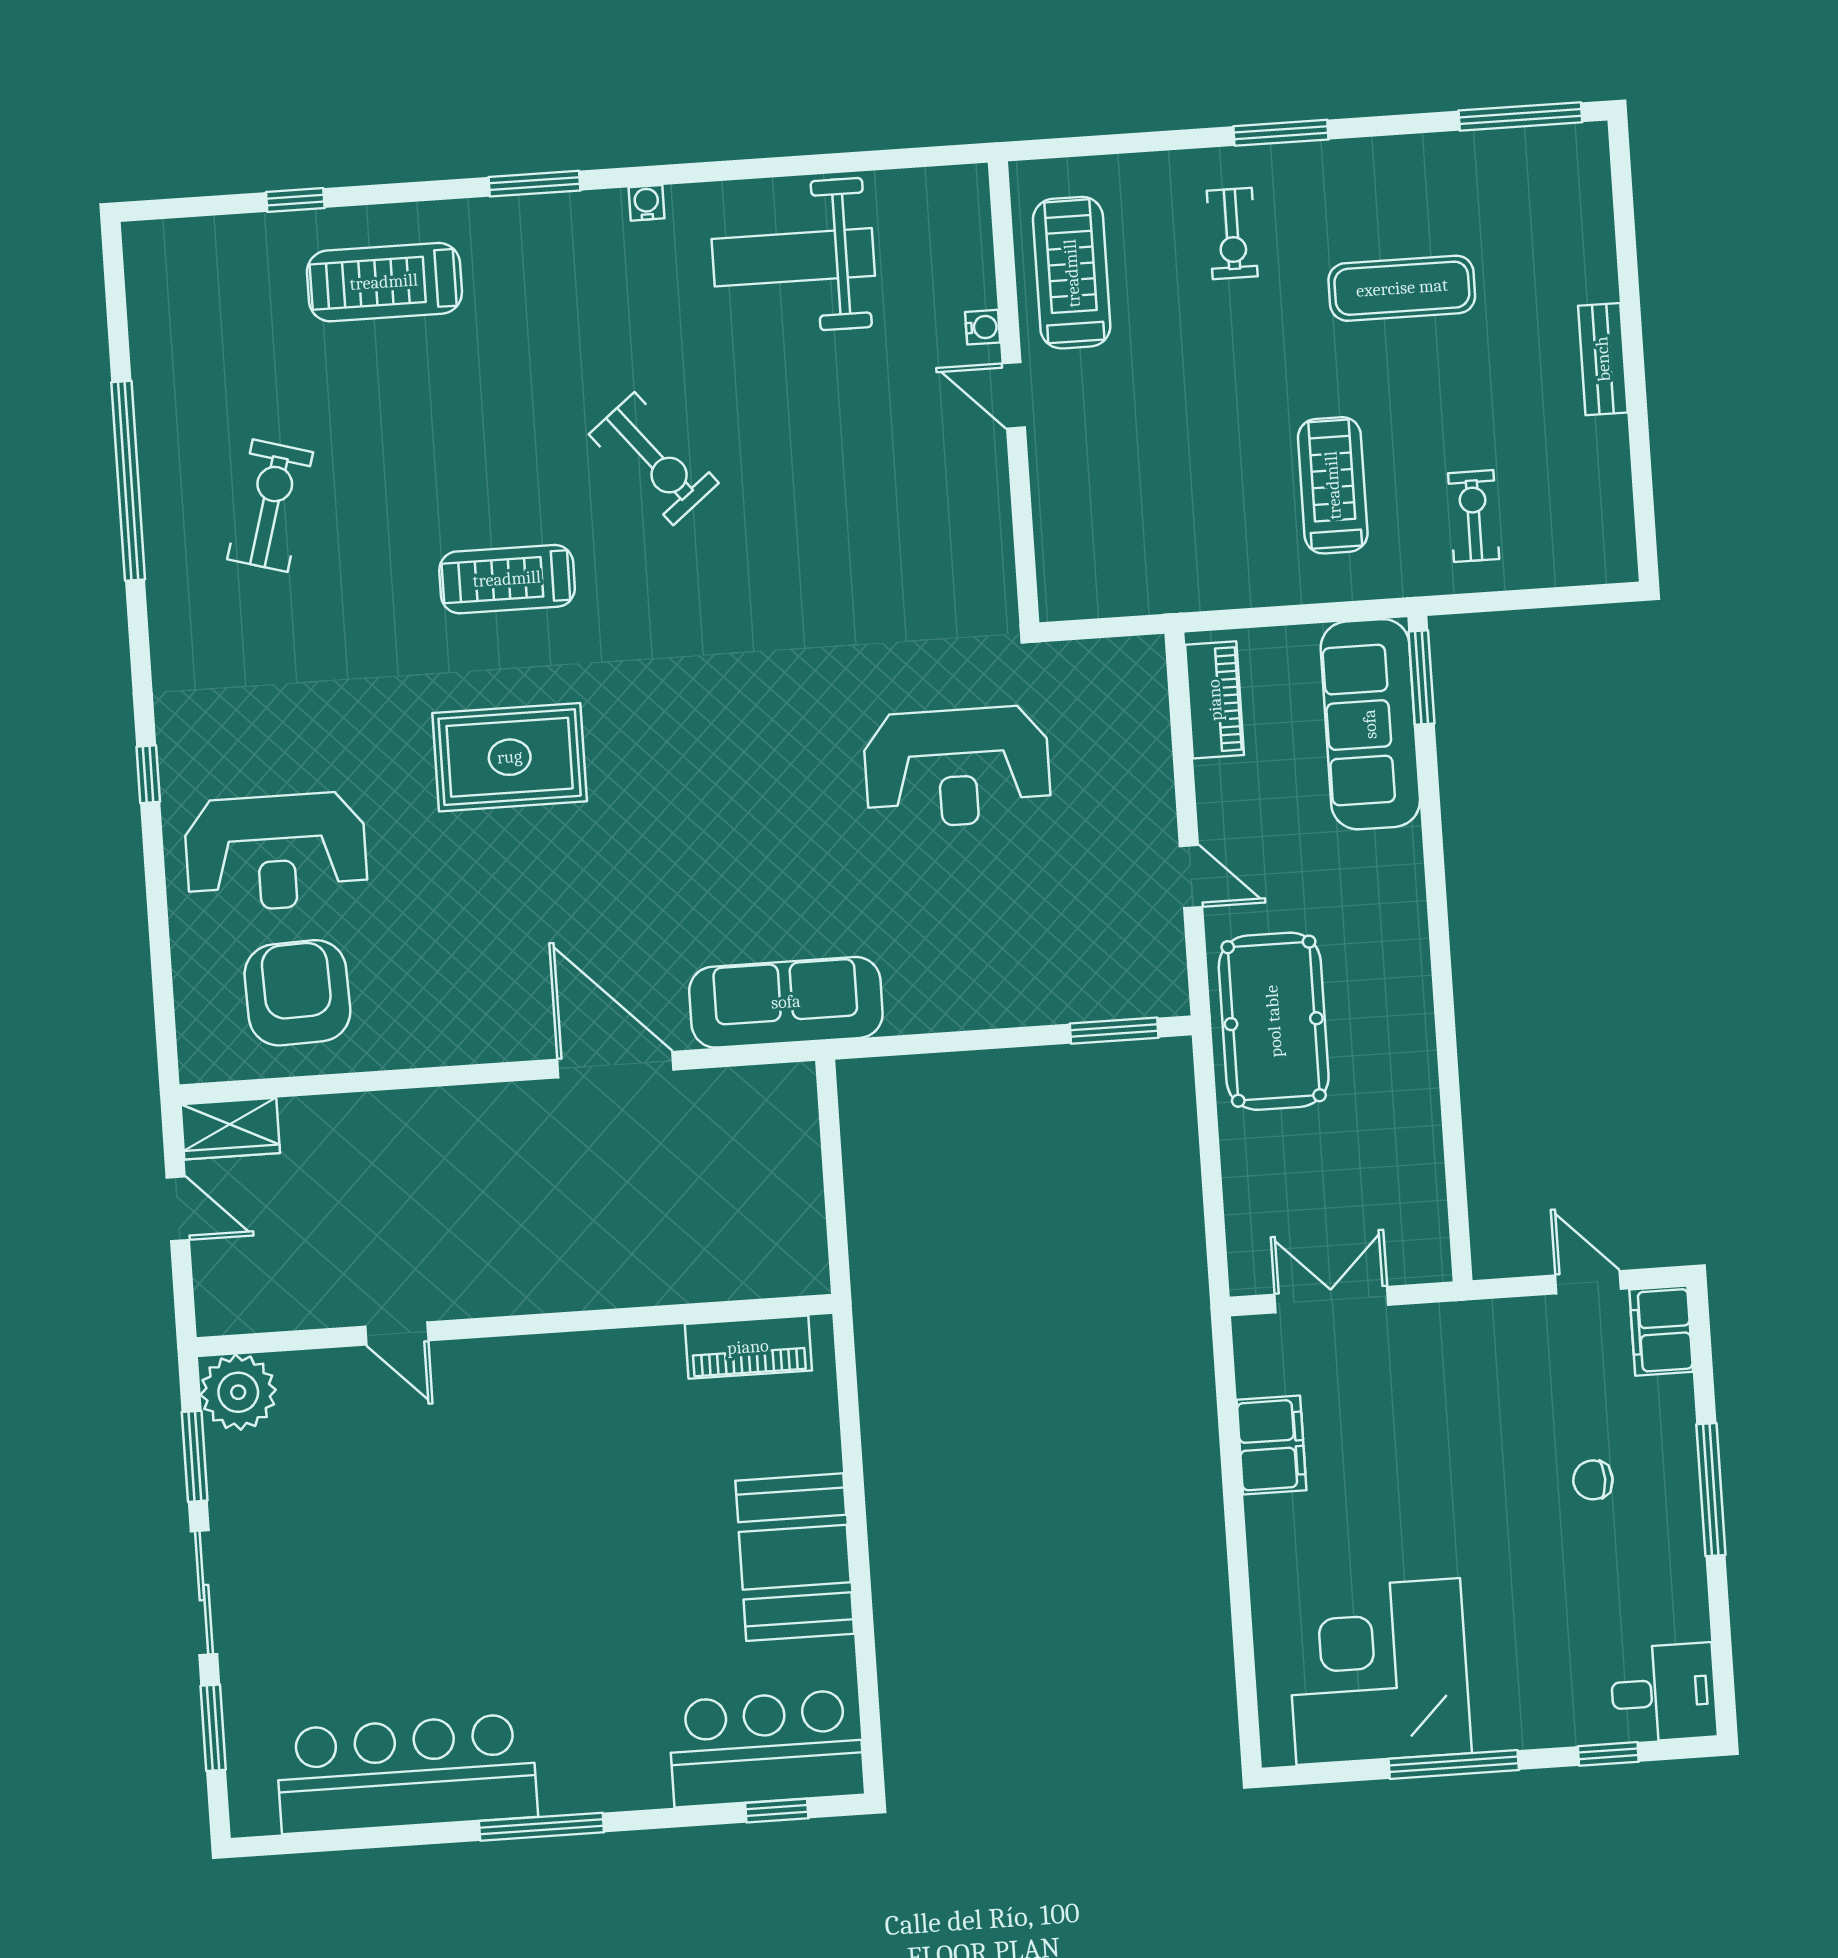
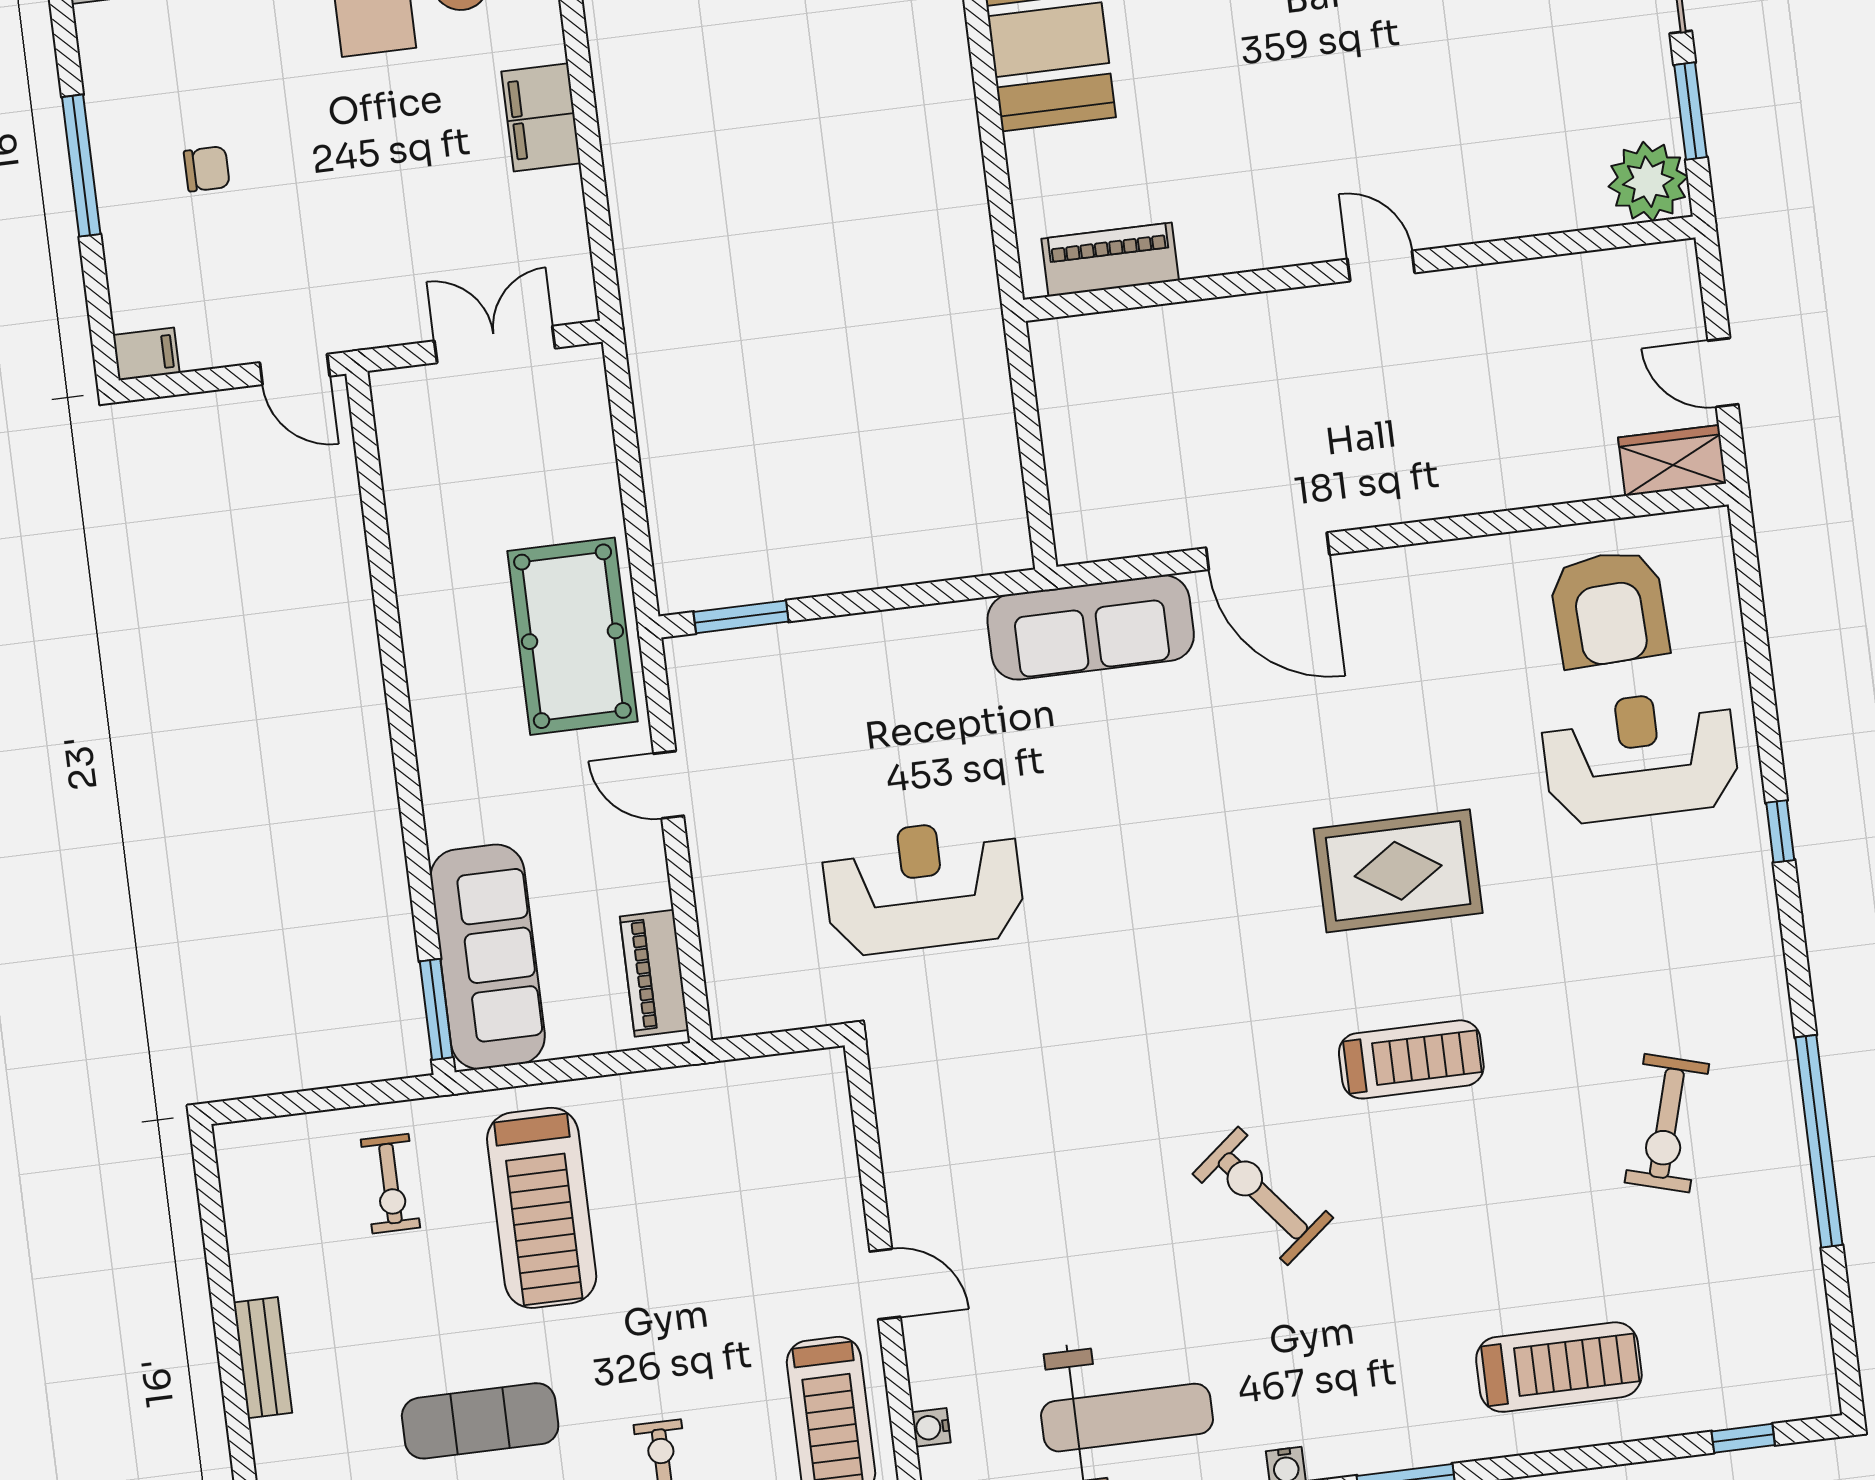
window: (295, 200) -> (1743, 1438), moved
water cooler: (983, 327) -> (931, 1427), moved
treadmill: (1333, 485) -> (542, 1208), width x1.37, depth x1.38
door: (1588, 1282) -> (295, 369), moved
double door: (1331, 1300) -> (495, 344), swing flipped
filing cabinet: (1661, 1331) -> (146, 354), width x0.50
door: (397, 1334) -> (1381, 266), moved
filing cabinet: (1272, 1445) -> (541, 117), moved

